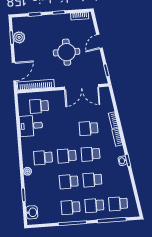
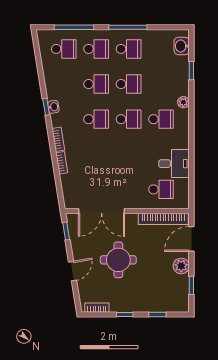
plant: (19, 37) -> (181, 266), moved
double door: (82, 87) -> (102, 211), swing flipped
school desk: (89, 128) -> (96, 154), removed

